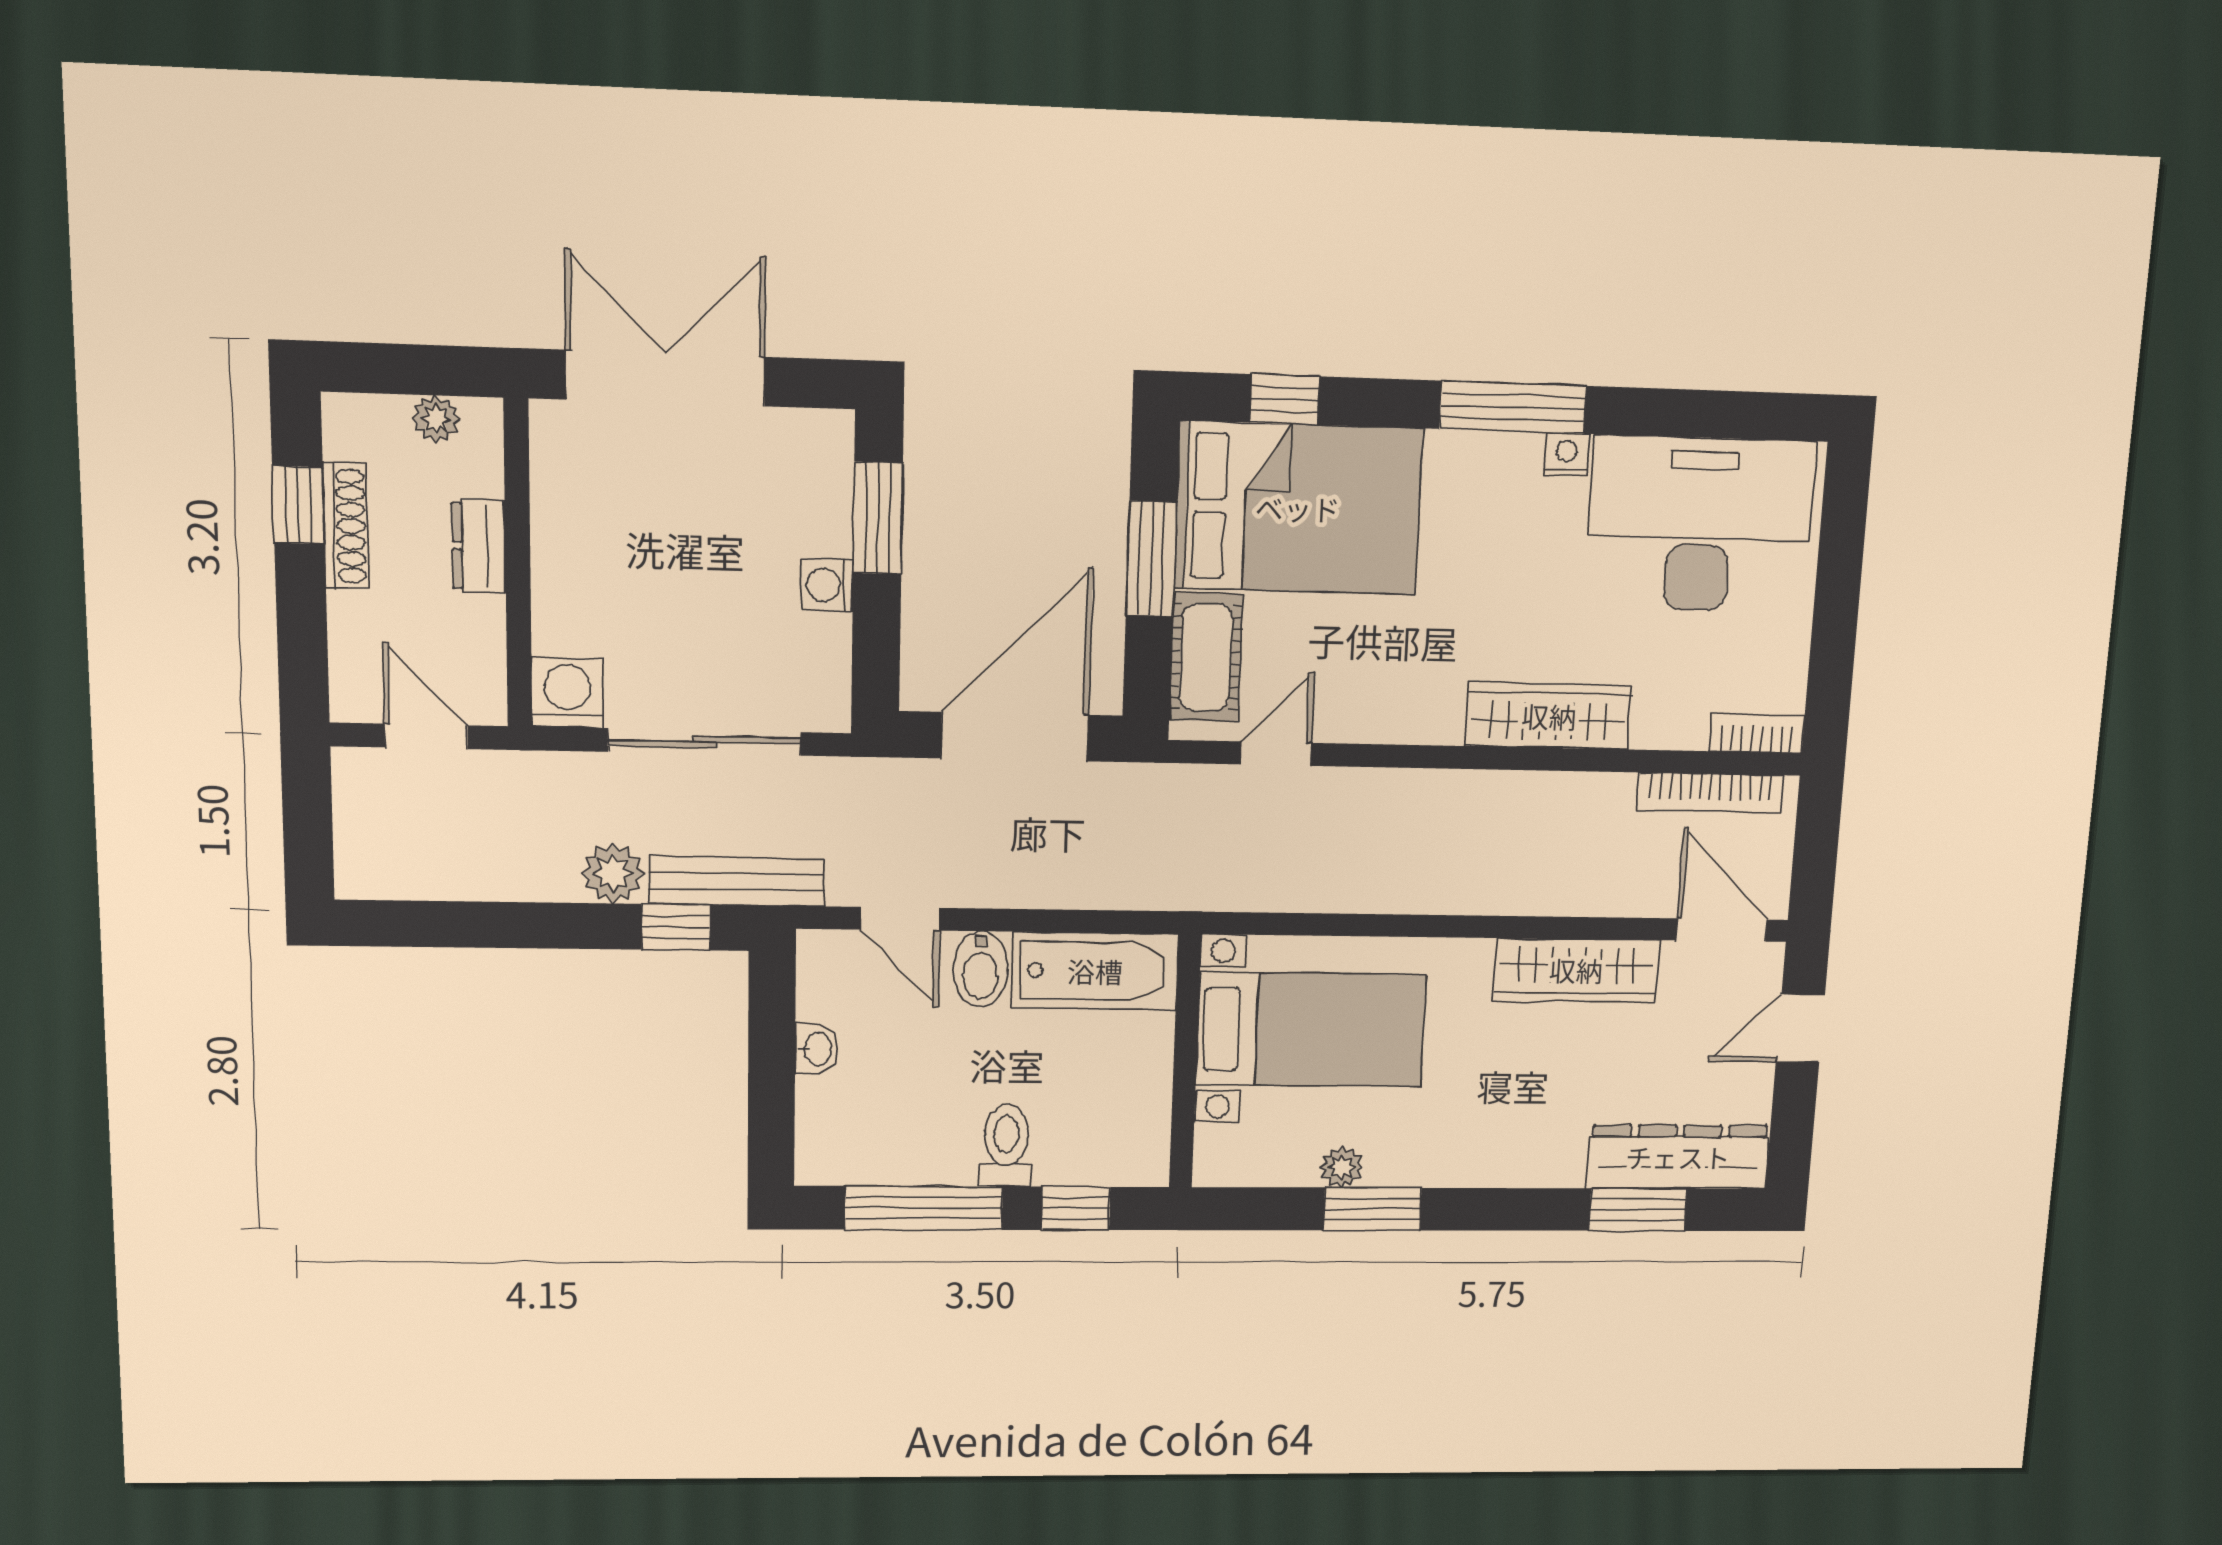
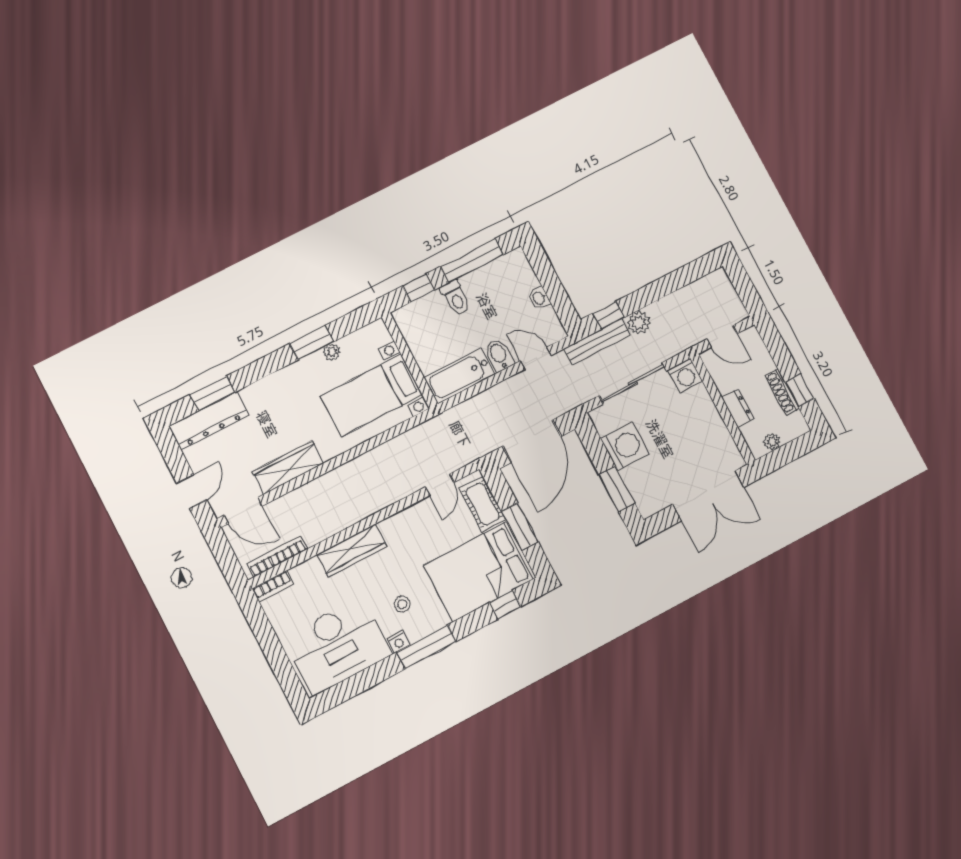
stool: (1510, 535) -> (402, 604), added
washing machine: (827, 585) -> (625, 446), width x1.89, depth x1.89

